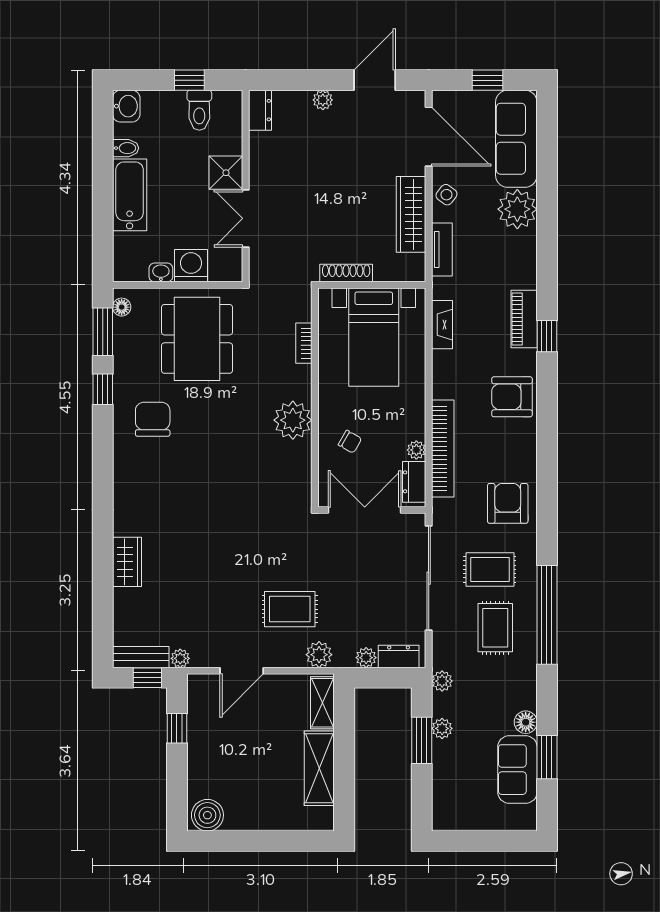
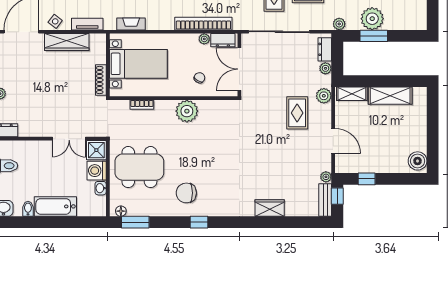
shower: (226, 173) -> (96, 150), moved
window: (103, 389) -> (199, 222), moved
plant: (442, 728) -> (372, 19), width x1.88, depth x1.88

